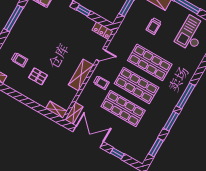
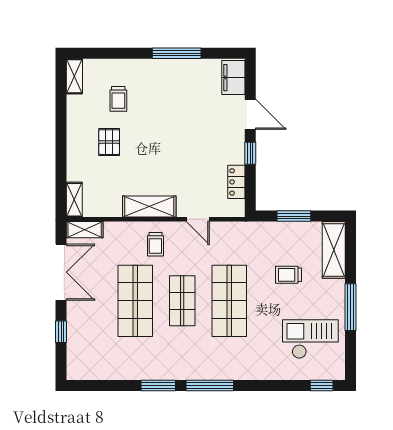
locker: (103, 31) -> (236, 182), moved
shop shelf: (136, 85) -> (182, 301), width x0.70, depth x0.74
window: (156, 147) -> (105, 386), removed

